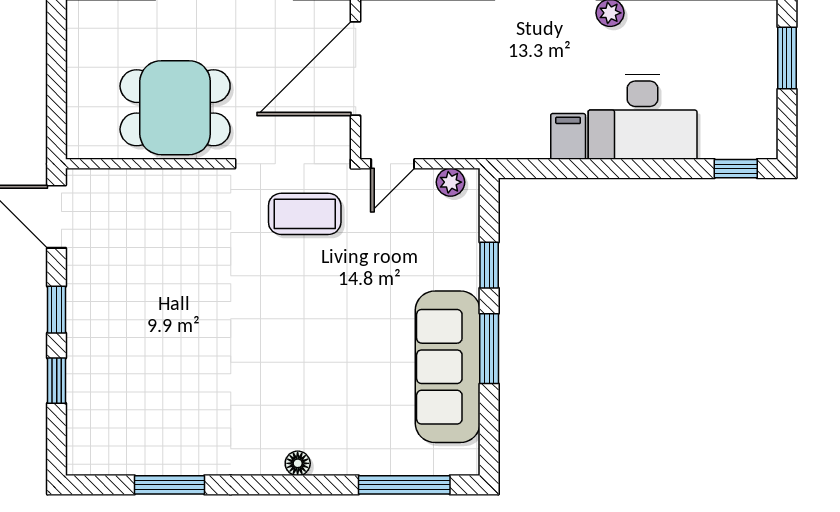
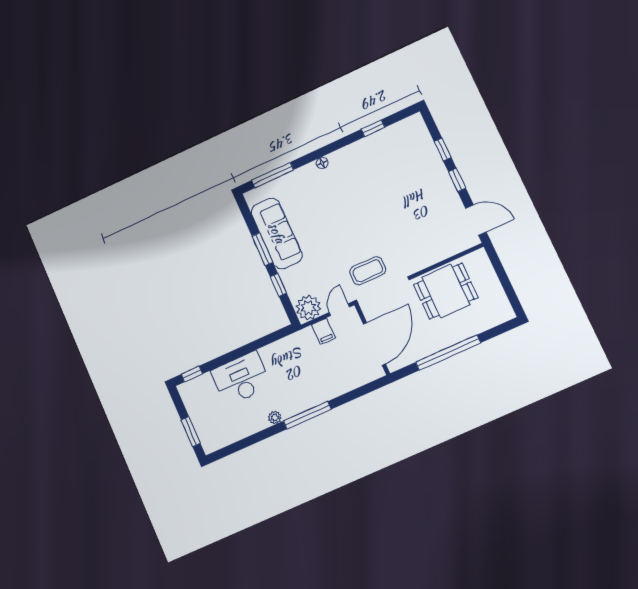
filing cabinet: (568, 136) -> (323, 331), moved
plant: (451, 182) -> (308, 308), width x1.87, depth x1.87
window: (169, 485) -> (373, 128), width x0.67

